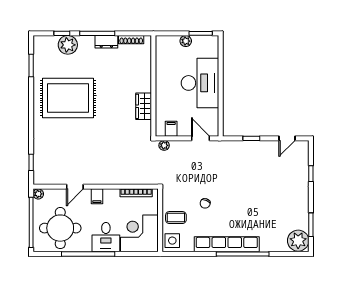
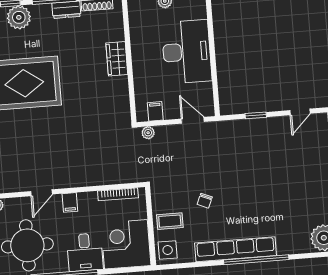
wardrobe: (144, 106) -> (117, 59), moved

